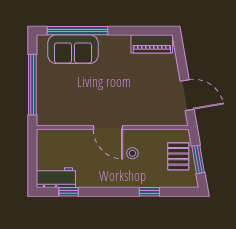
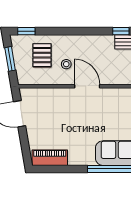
pallet: (178, 156) -> (42, 55), moved
window: (149, 192) -> (26, 31), moved

